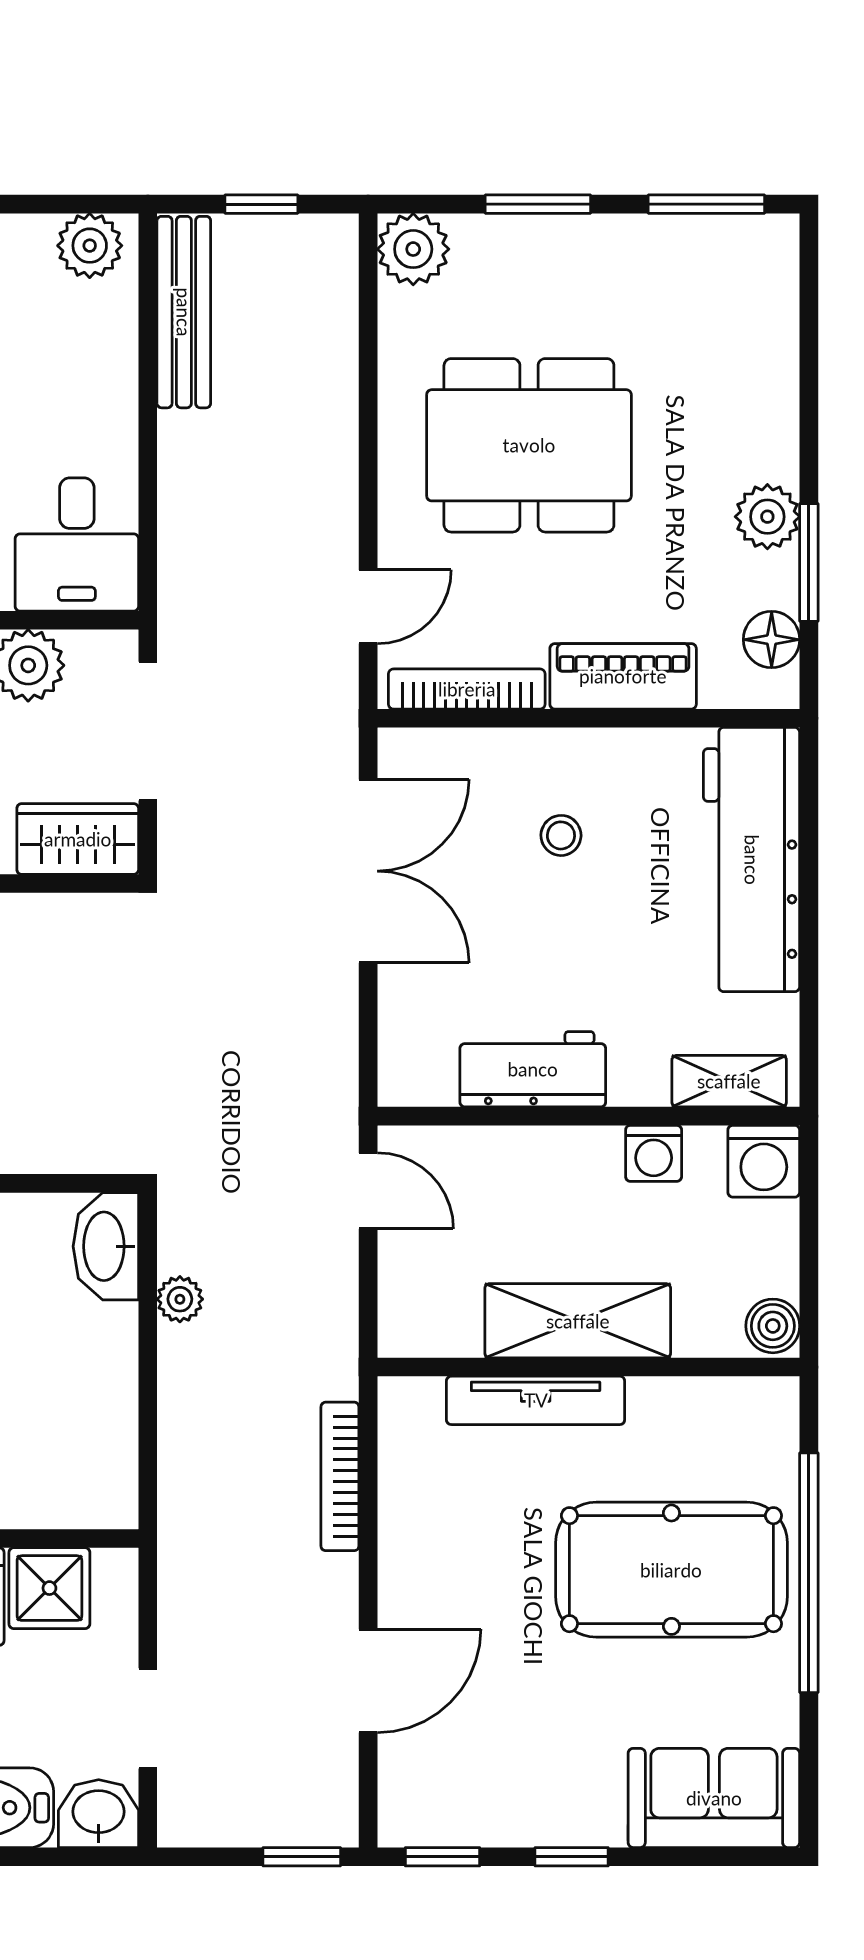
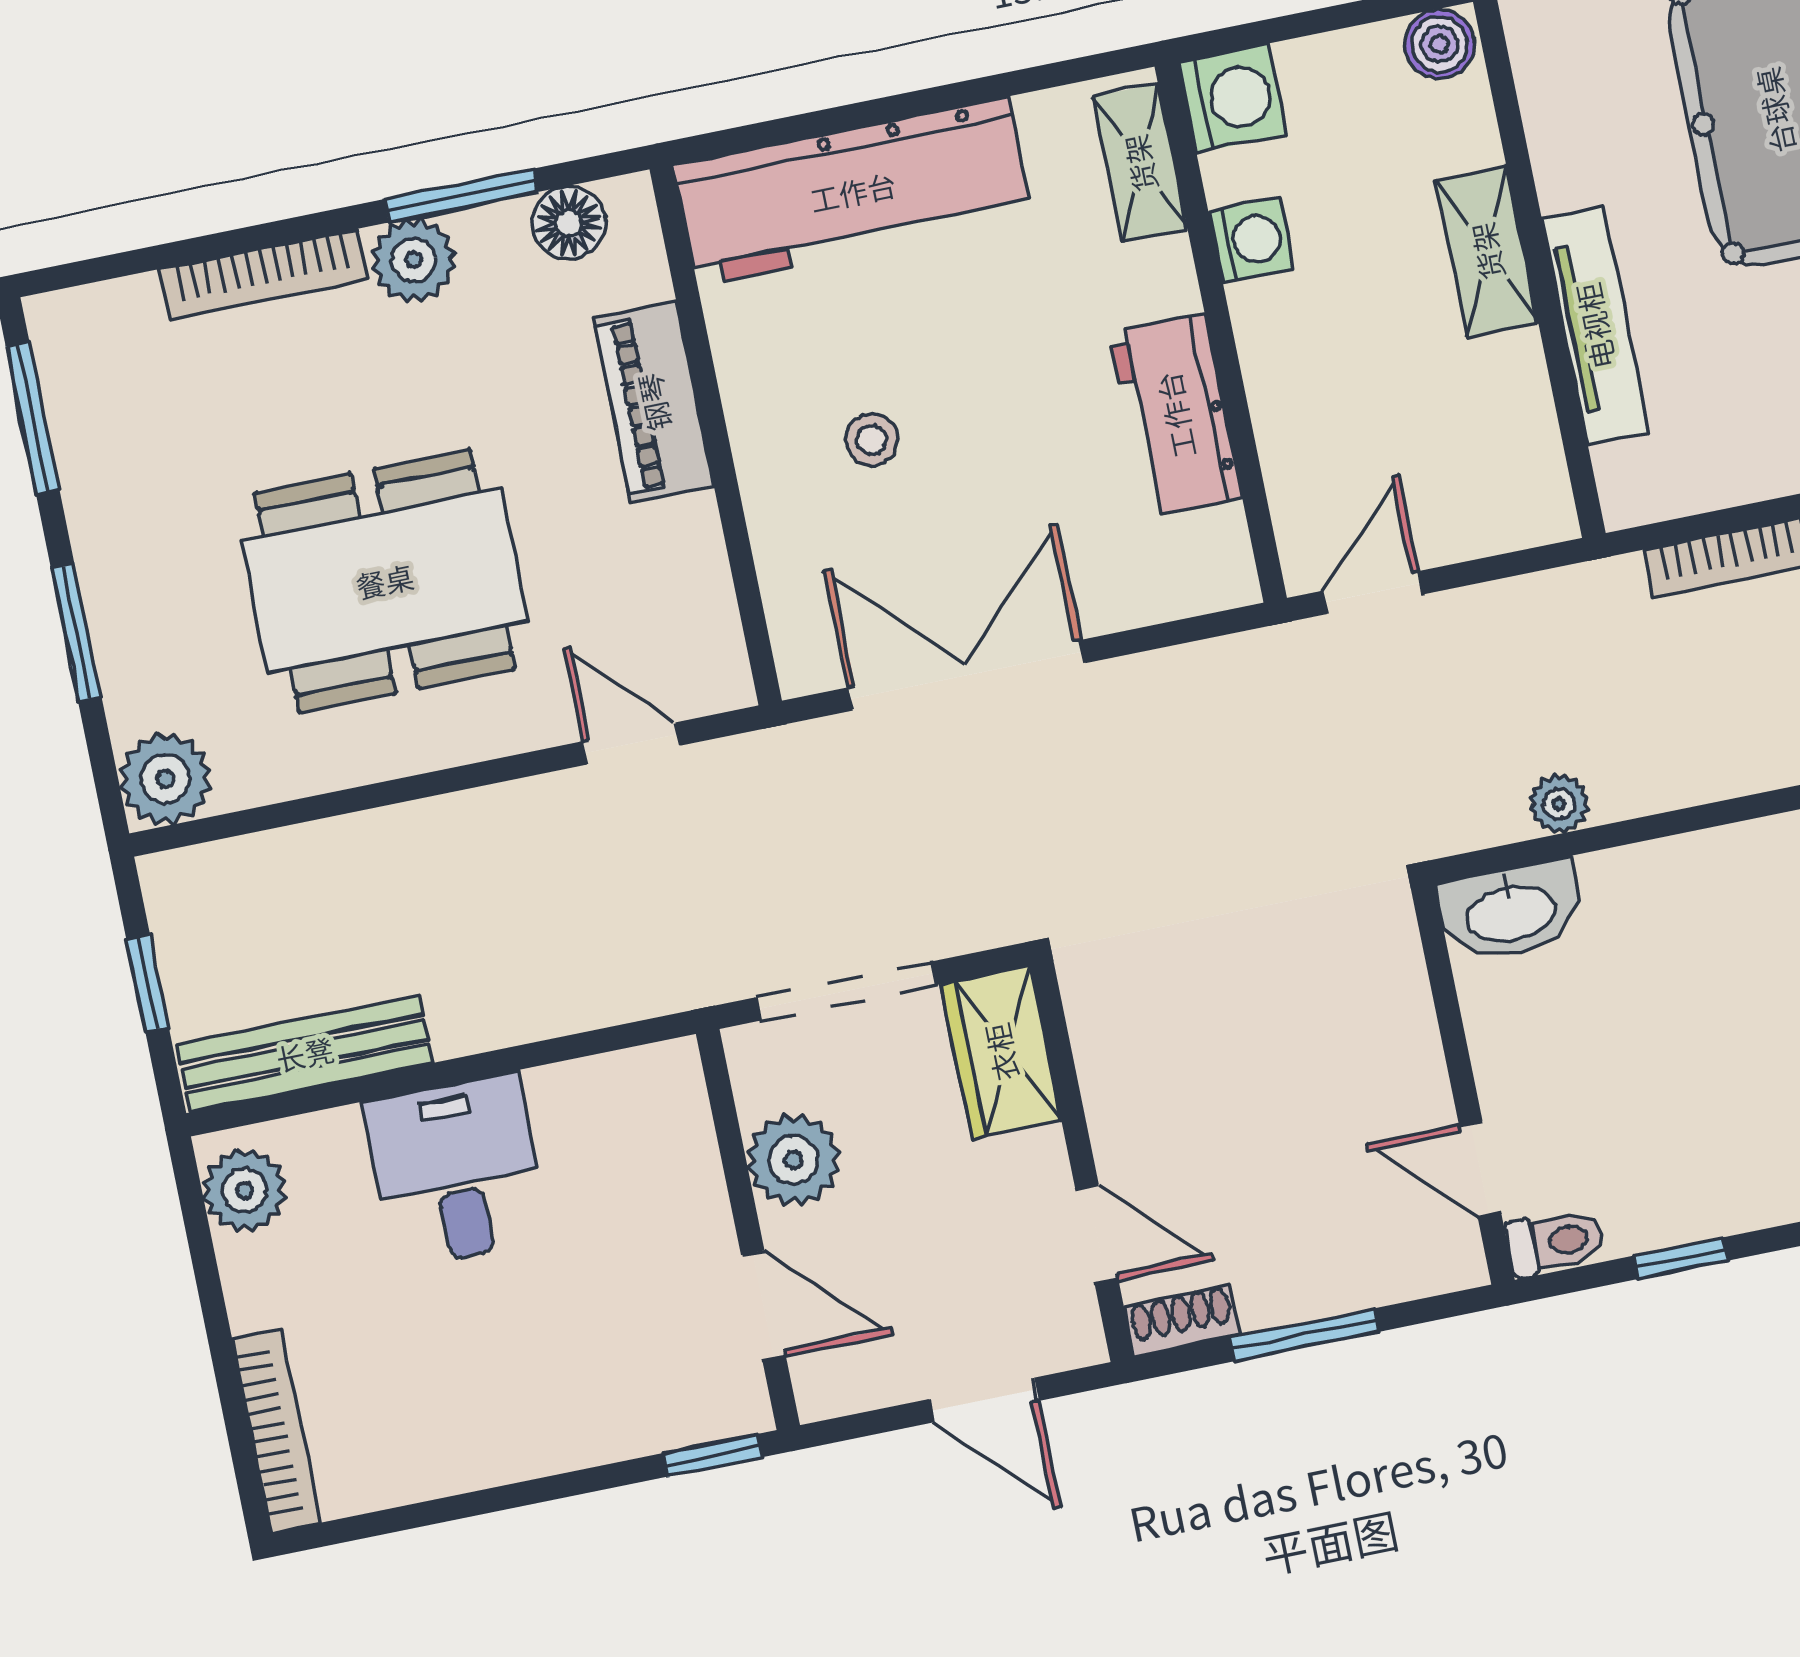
dining table: (529, 445) -> (385, 581), turned 90
desk: (77, 544) -> (456, 1171), moved, turned -90
bookcase: (467, 689) -> (264, 274), moved, turned -90
shelving: (578, 1321) -> (1487, 251), width x0.67, depth x0.75

